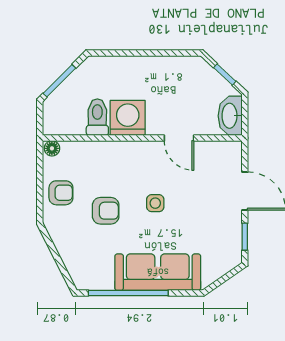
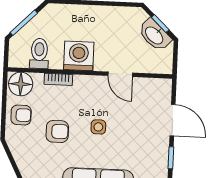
washbasin: (230, 116) -> (155, 35), moved, turned -47
toilet: (97, 117) -> (39, 53), moved
bookcase: (104, 147) -> (58, 79), added
floor lamp: (52, 148) -> (21, 84), width x1.89, depth x1.89

